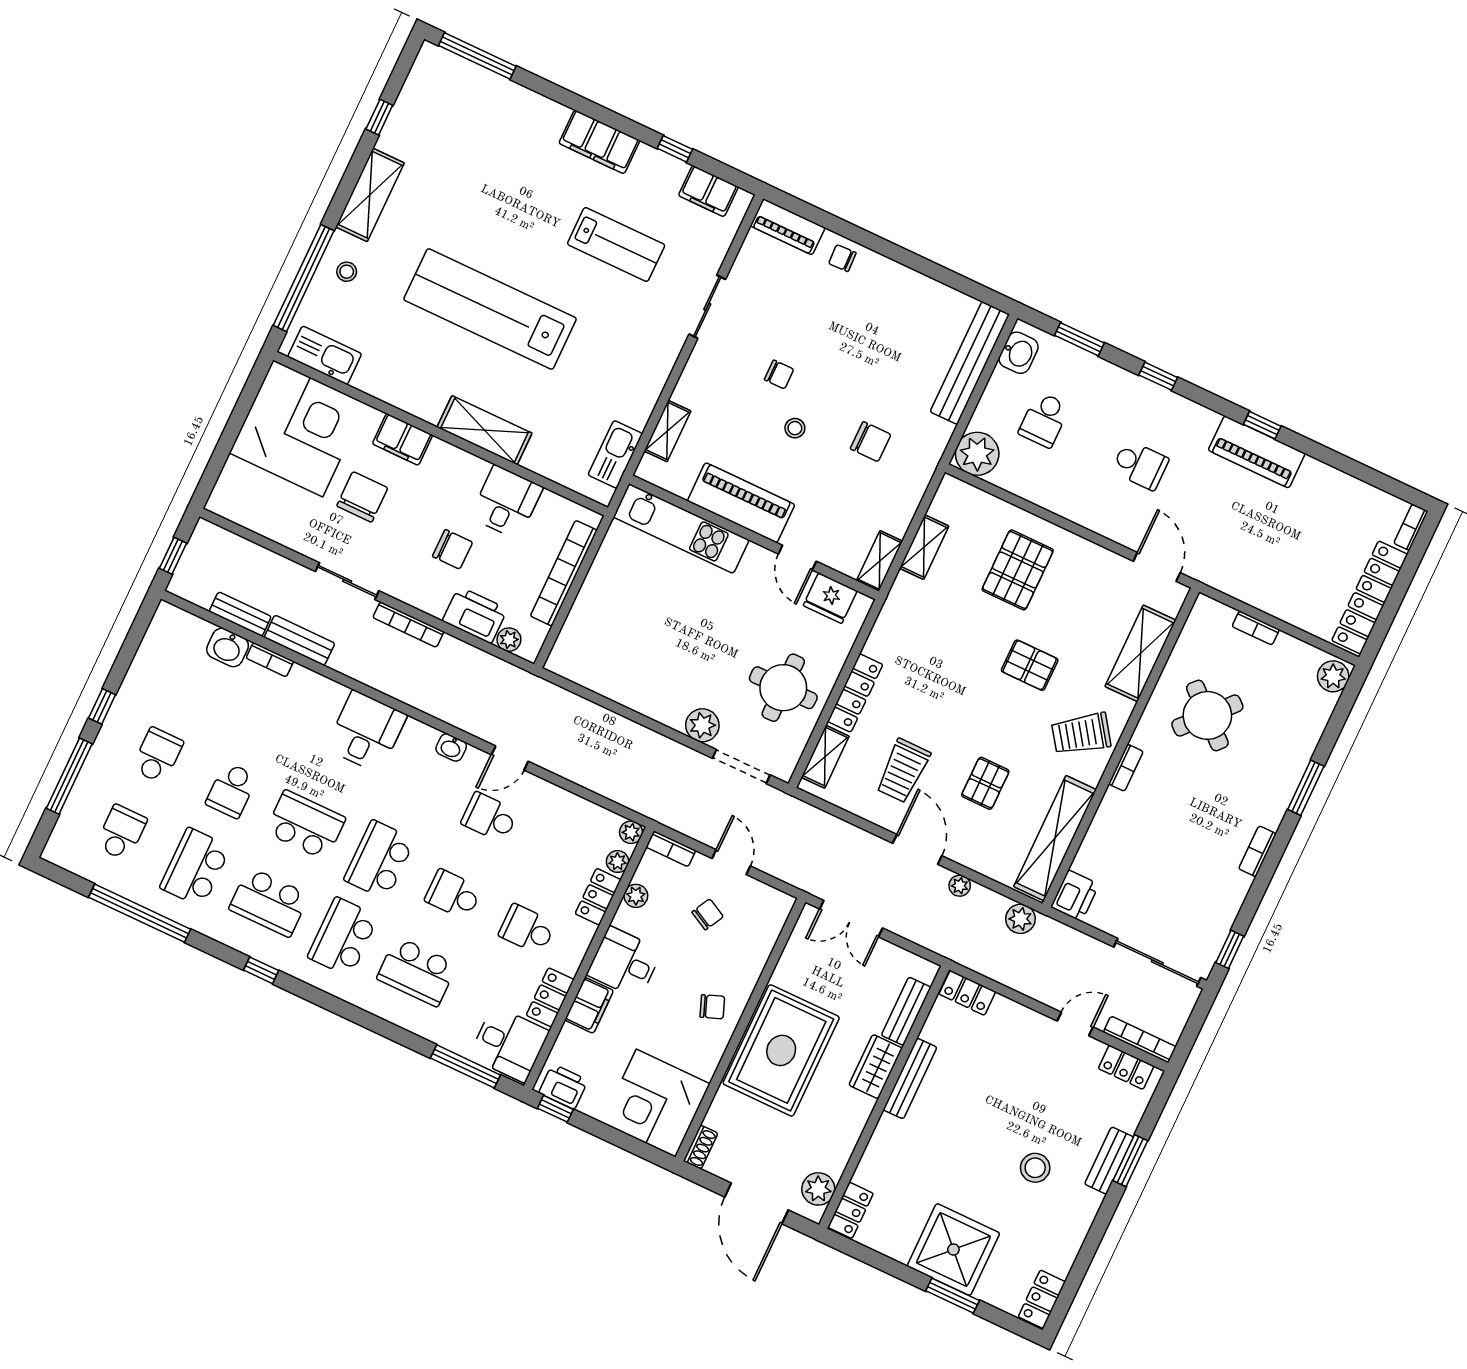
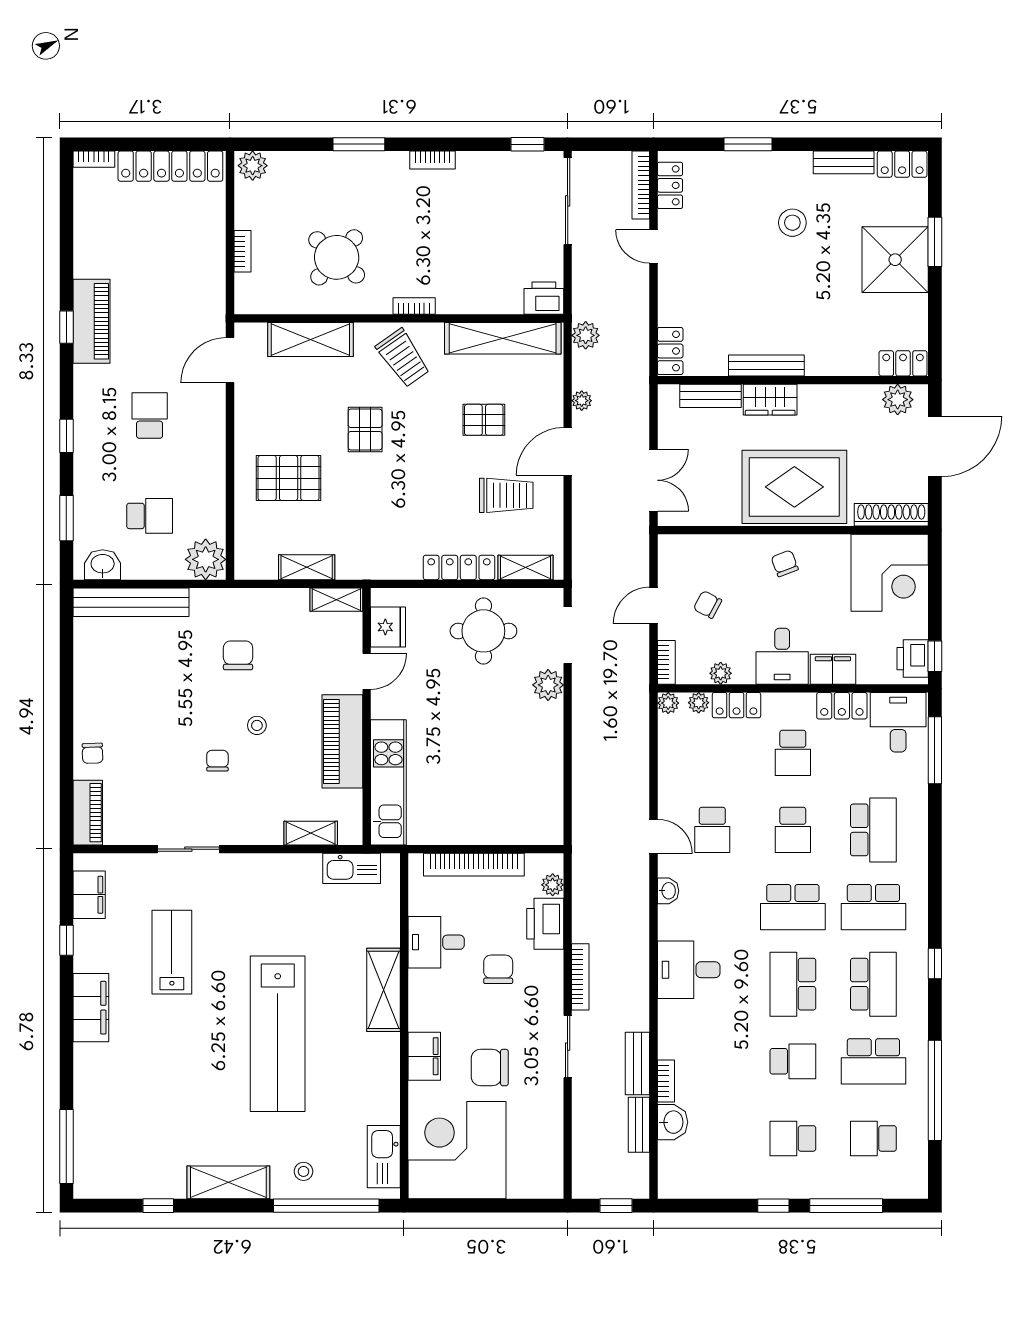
shoe rack: (701, 1147) -> (891, 515), width x1.94, depth x1.24
bench: (1109, 1160) -> (844, 162), moved

